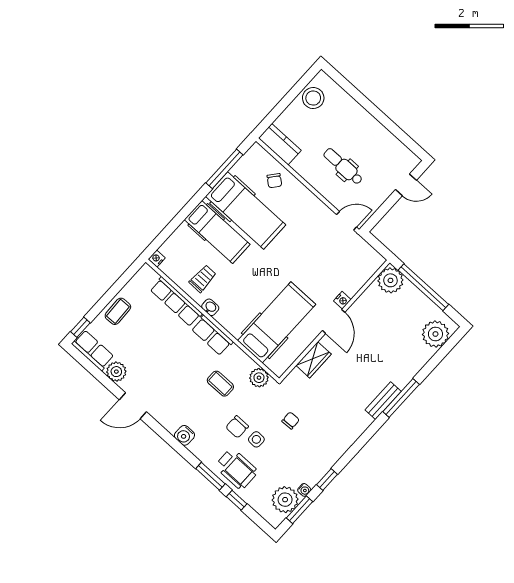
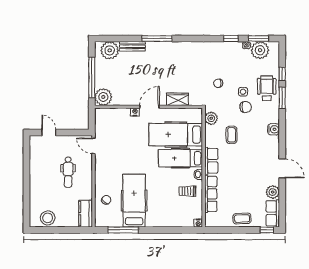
hospital bed: (217, 232) -> (180, 158), moved, turned -90
bench: (383, 401) -> (132, 46), moved

